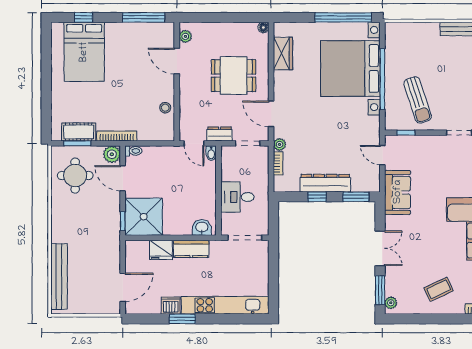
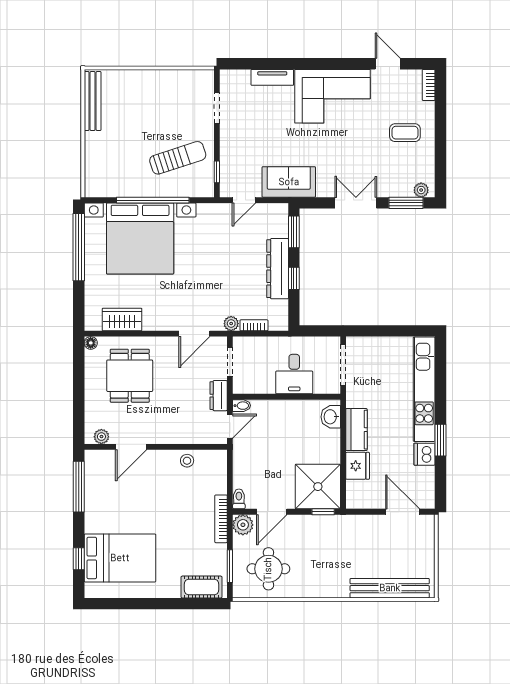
dining table: (234, 76) -> (130, 376), moved
cot: (79, 132) -> (201, 587), moved, turned 90
coffee table: (439, 289) -> (405, 133), turned -65

